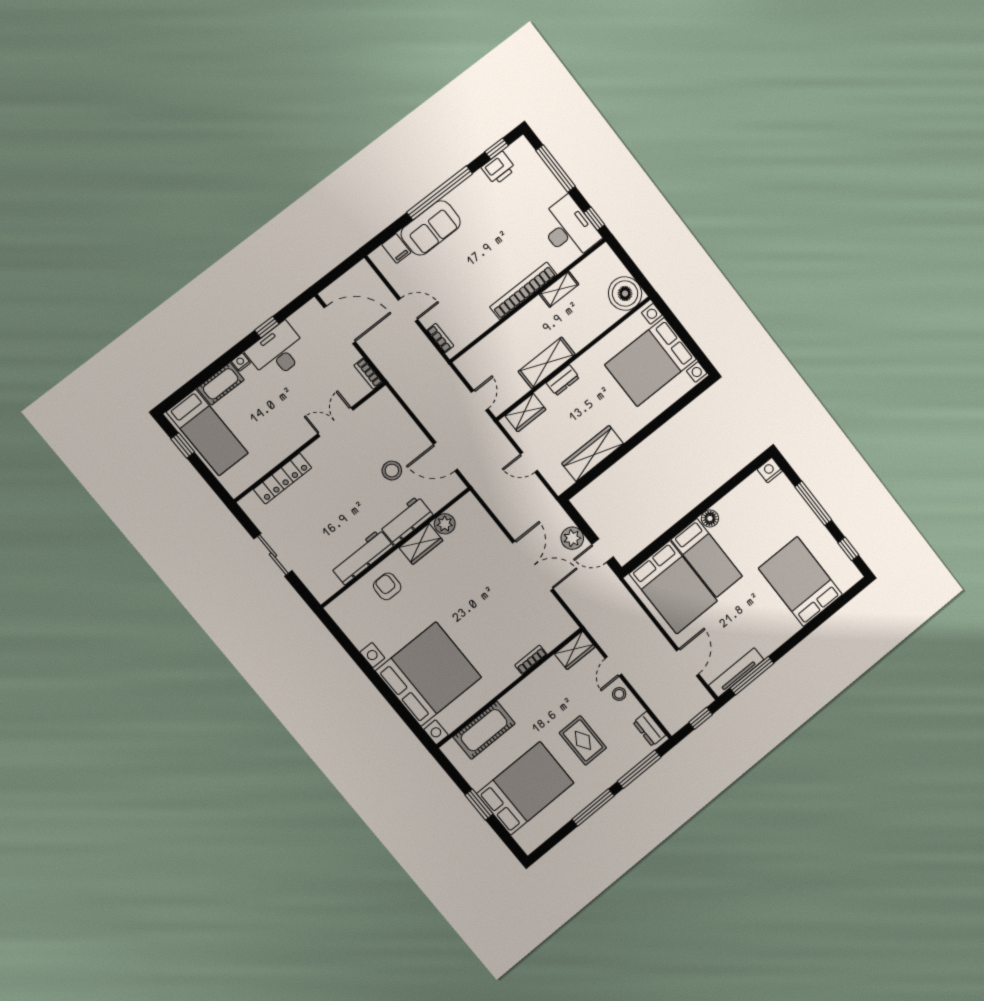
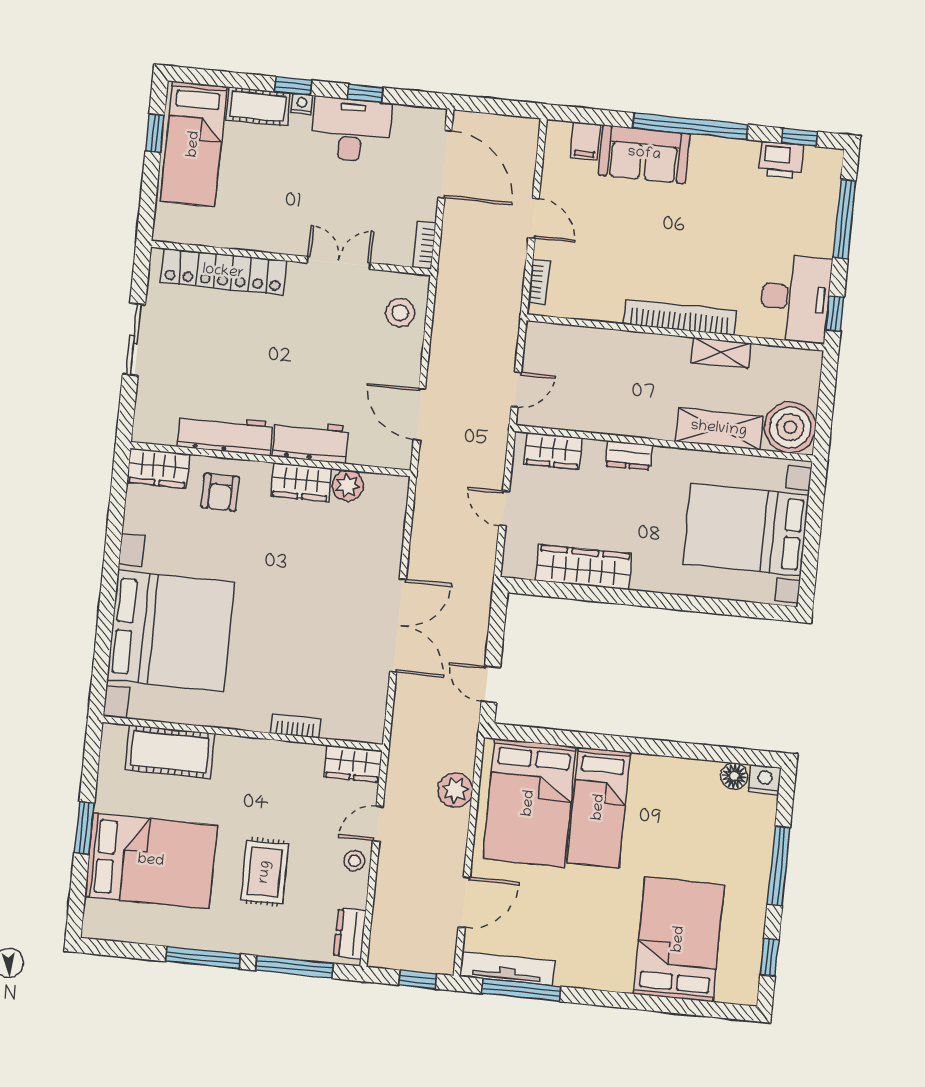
window: (228, 357) -> (293, 86), added
shelving: (547, 363) -> (719, 429), moved
stool: (392, 471) -> (400, 313), moved
locker: (283, 479) -> (223, 272), width x1.41, depth x1.21
floor lamp: (710, 518) -> (734, 776), moved
plant: (572, 538) -> (455, 790), moved
armchair: (387, 586) -> (220, 492), turned 180
wardrobe: (346, 604) -> (158, 468), added

